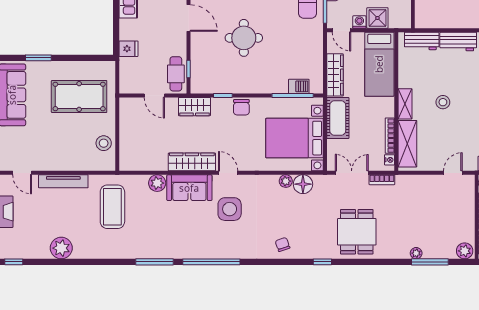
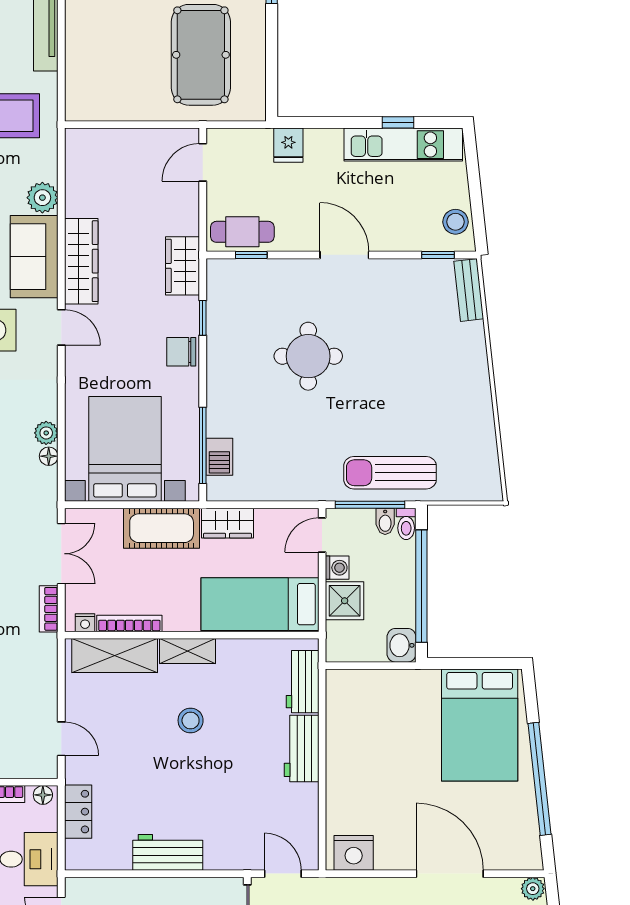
door: (189, 18) -> (344, 255), swing flipped
wardrobe: (335, 75) -> (227, 523), width x0.67
door: (154, 95) -> (203, 162), moved
stool: (104, 143) -> (116, 100), removed
door: (228, 173) -> (61, 327), hinge flipped
floor lamp: (303, 184) -> (49, 456), width x0.53, depth x0.53

